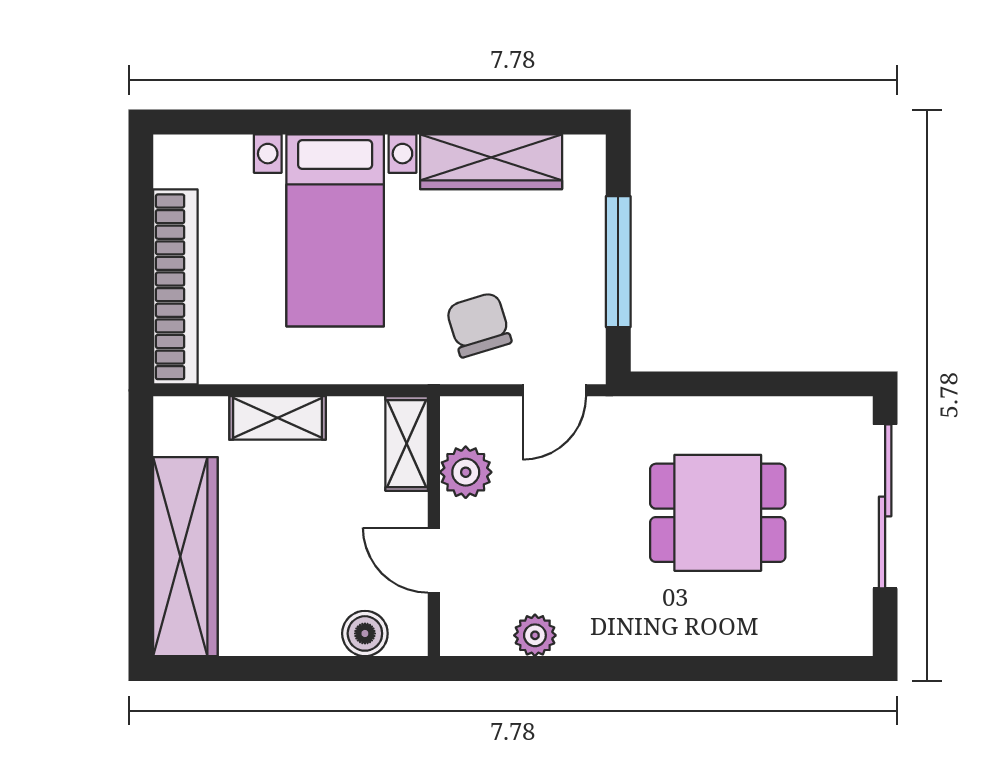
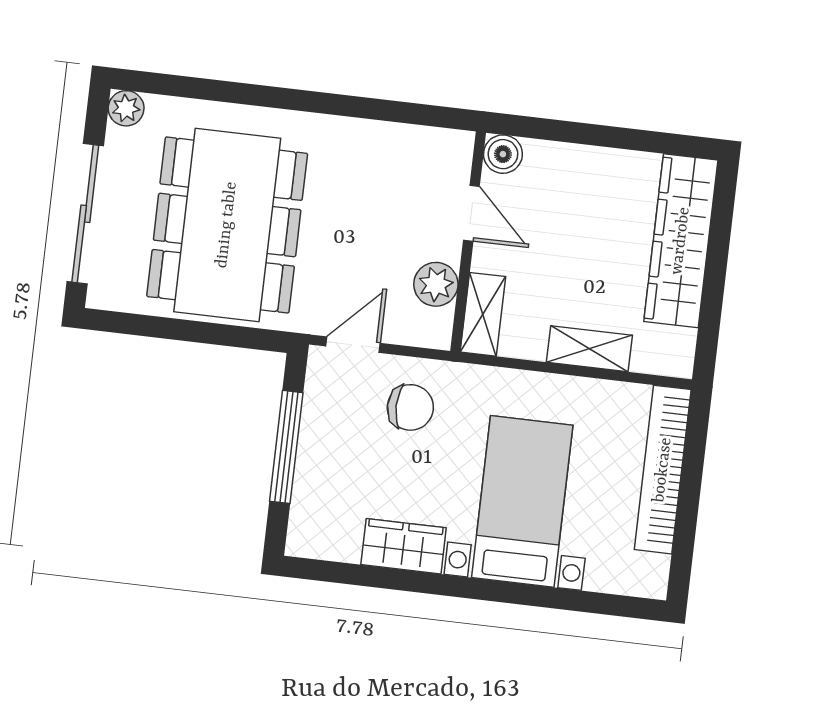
wardrobe: (491, 162) -> (404, 546), width x0.67
chair: (479, 325) -> (410, 407), turned -73
dining table: (718, 513) -> (227, 225), width x1.88, depth x1.24
boiler: (365, 633) -> (503, 154), moved
plant: (535, 635) -> (126, 108), moved

